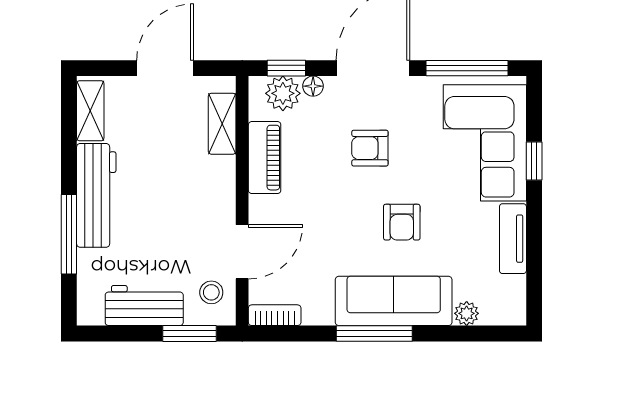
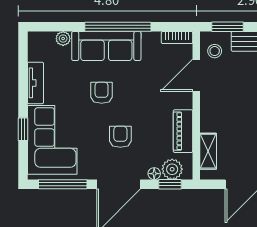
armchair: (370, 148) -> (120, 137), turned -90
window: (374, 333) -> (118, 27), width x1.46

